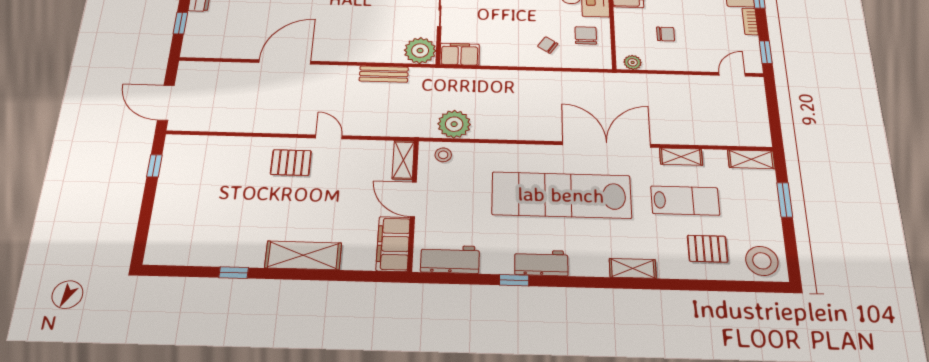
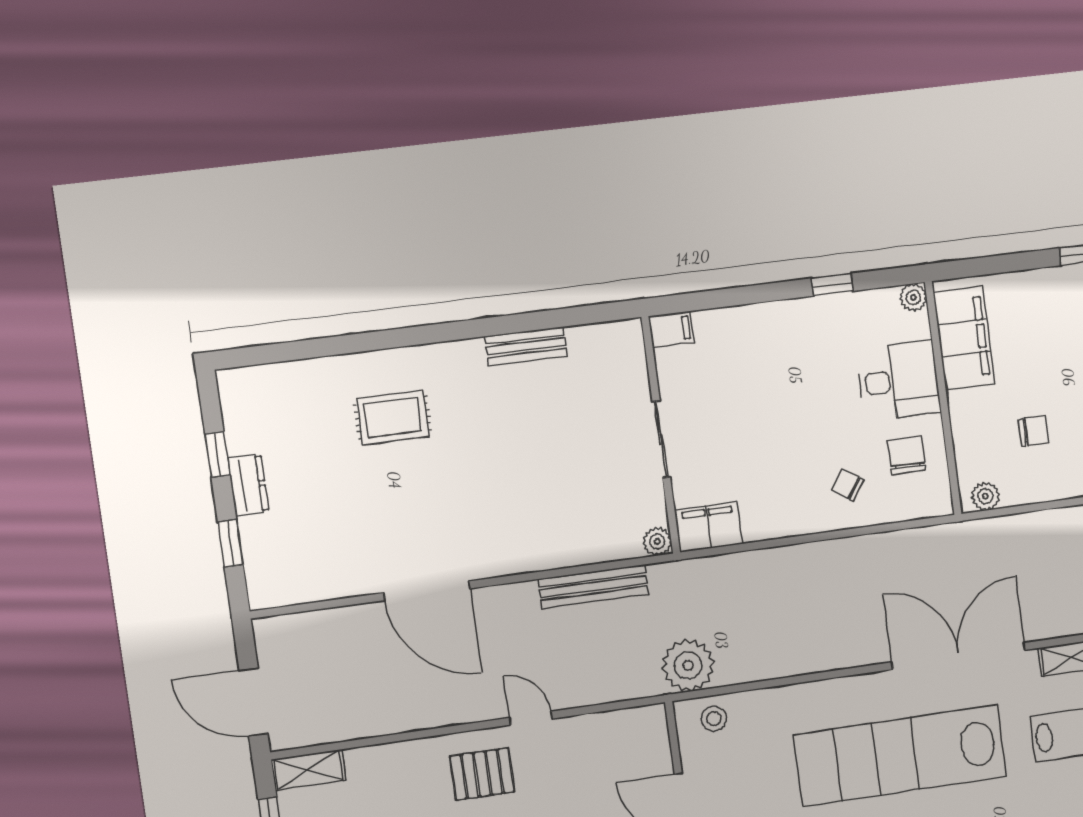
plant: (420, 51) -> (657, 541), width x0.53, depth x0.53
door: (285, 62) -> (427, 591), swing flipped
bench: (384, 74) -> (593, 587), width x1.36
plant: (454, 124) -> (688, 665), moved
shelving: (403, 160) -> (309, 770), moved, turned 90

